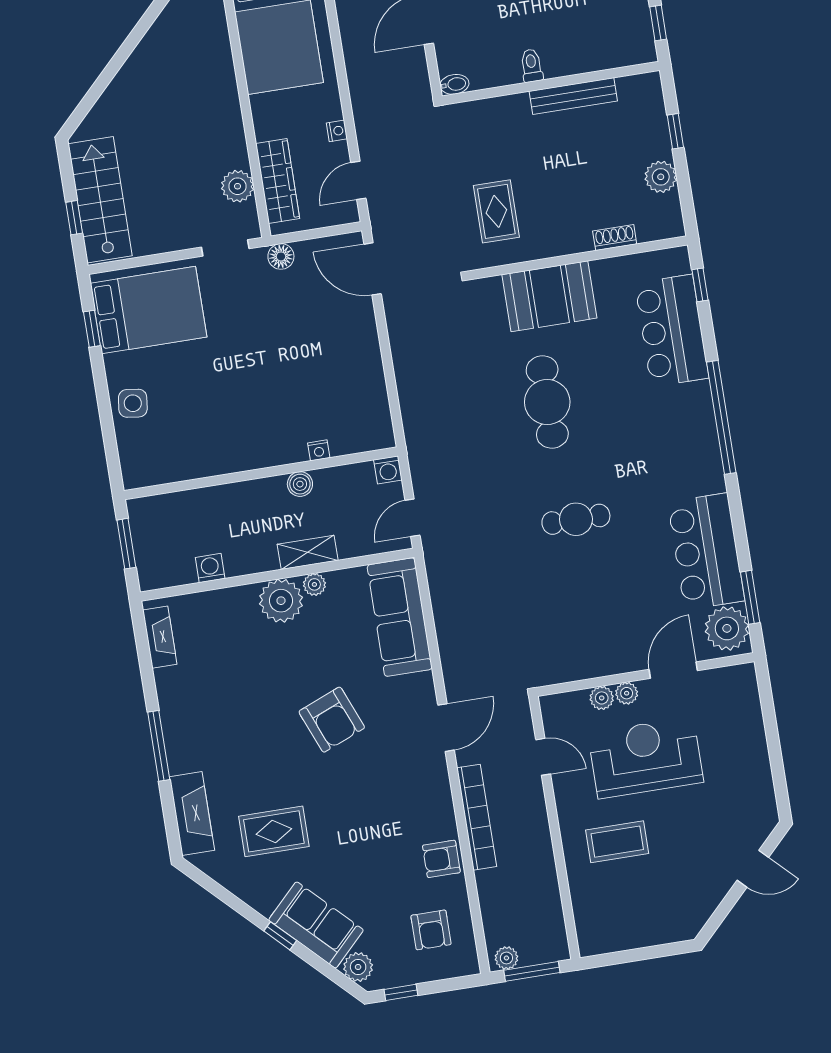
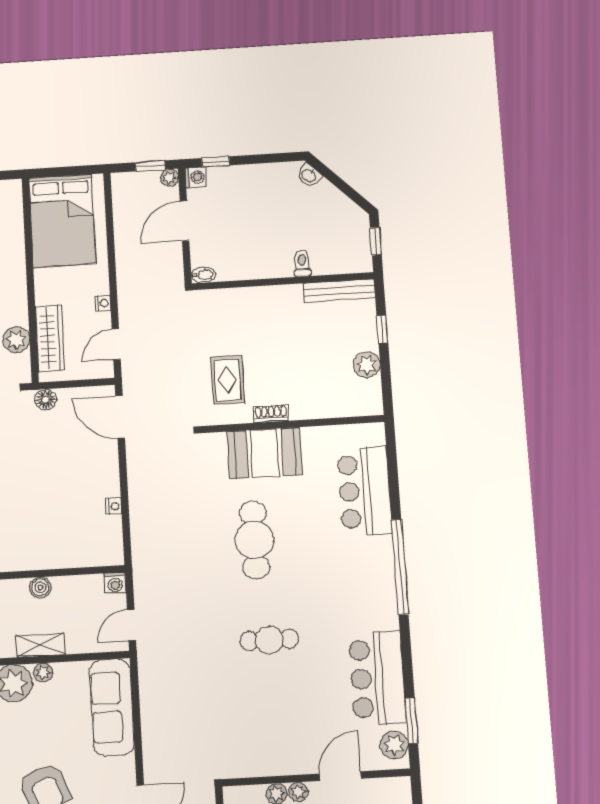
toilet: (532, 66) -> (302, 264), moved
bench: (573, 96) -> (339, 291), moved
shoe rack: (615, 238) -> (271, 414), moved
window: (700, 285) -> (392, 456), removed
nightstand: (319, 450) -> (114, 506), moved, turned -90
plant: (727, 628) -> (394, 745), width x0.73, depth x0.73

